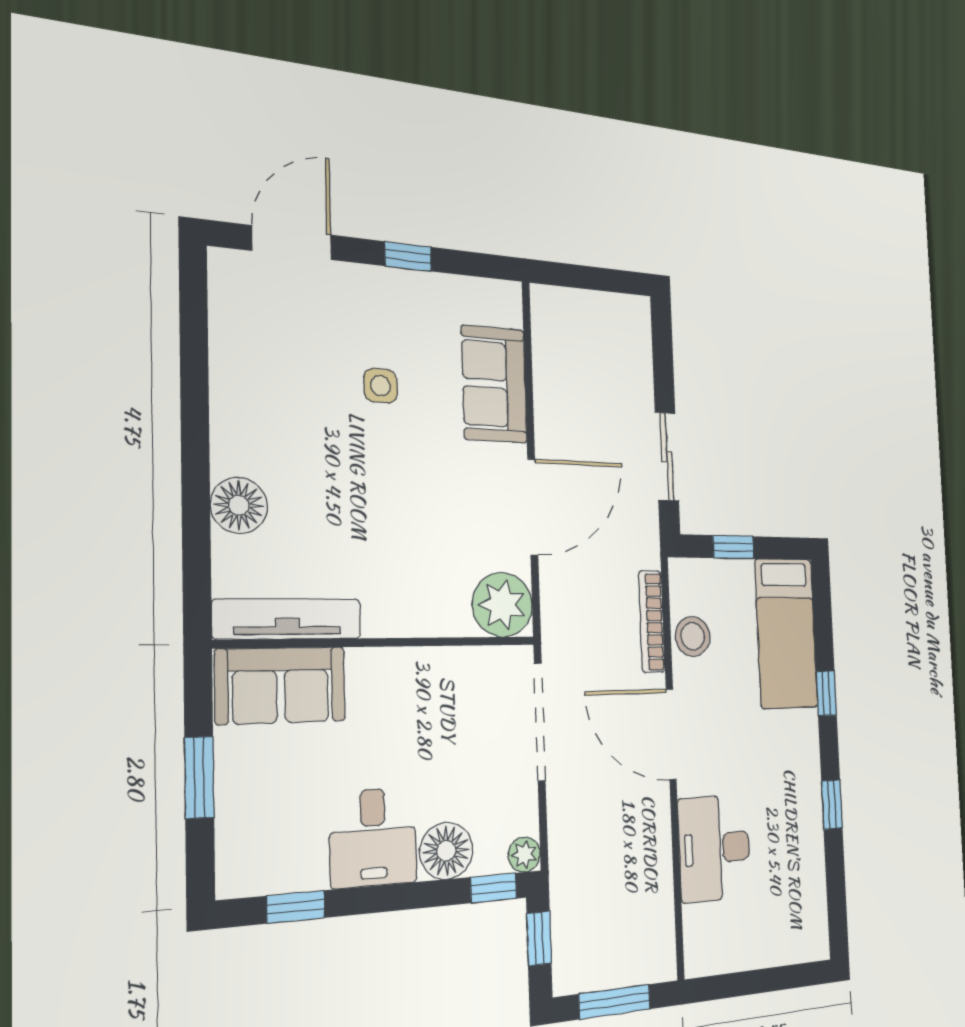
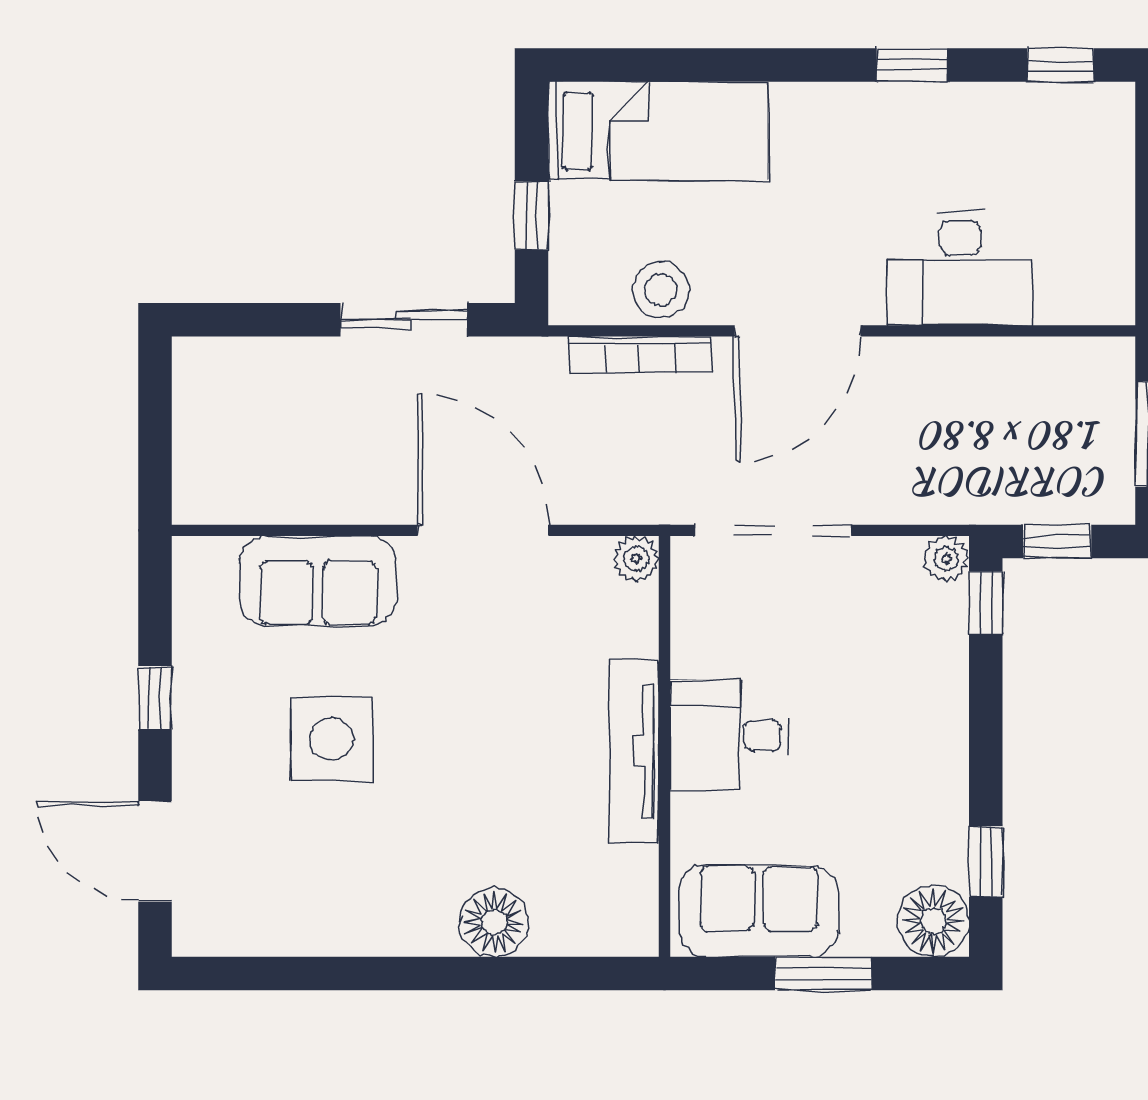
side table: (381, 386) -> (331, 739), width x1.87, depth x1.87
plant: (502, 605) -> (636, 559), width x0.53, depth x0.53
tv unit: (287, 619) -> (634, 751), moved
sofa: (281, 685) -> (759, 911), moved, turned -90
window: (826, 693) -> (1060, 65), moved
desk: (373, 837) -> (730, 735), moved, turned 180
floor lamp: (446, 851) -> (933, 921), moved

